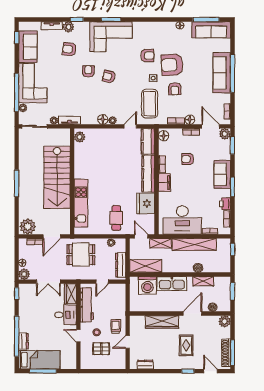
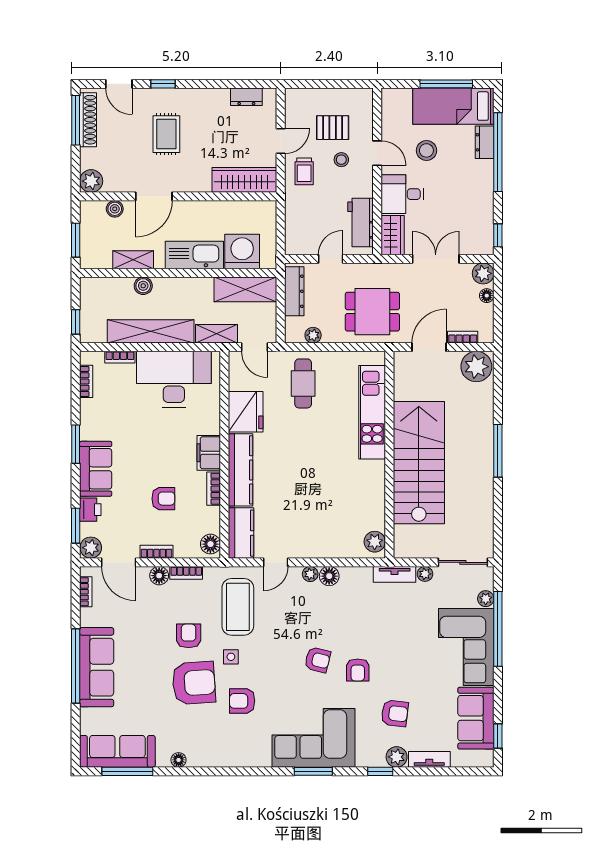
printer: (225, 204) -> (90, 510), moved
workbench: (87, 305) -> (361, 222), width x0.73
wardrobe: (162, 322) -> (244, 180), moved
stool: (53, 337) -> (426, 150), added

